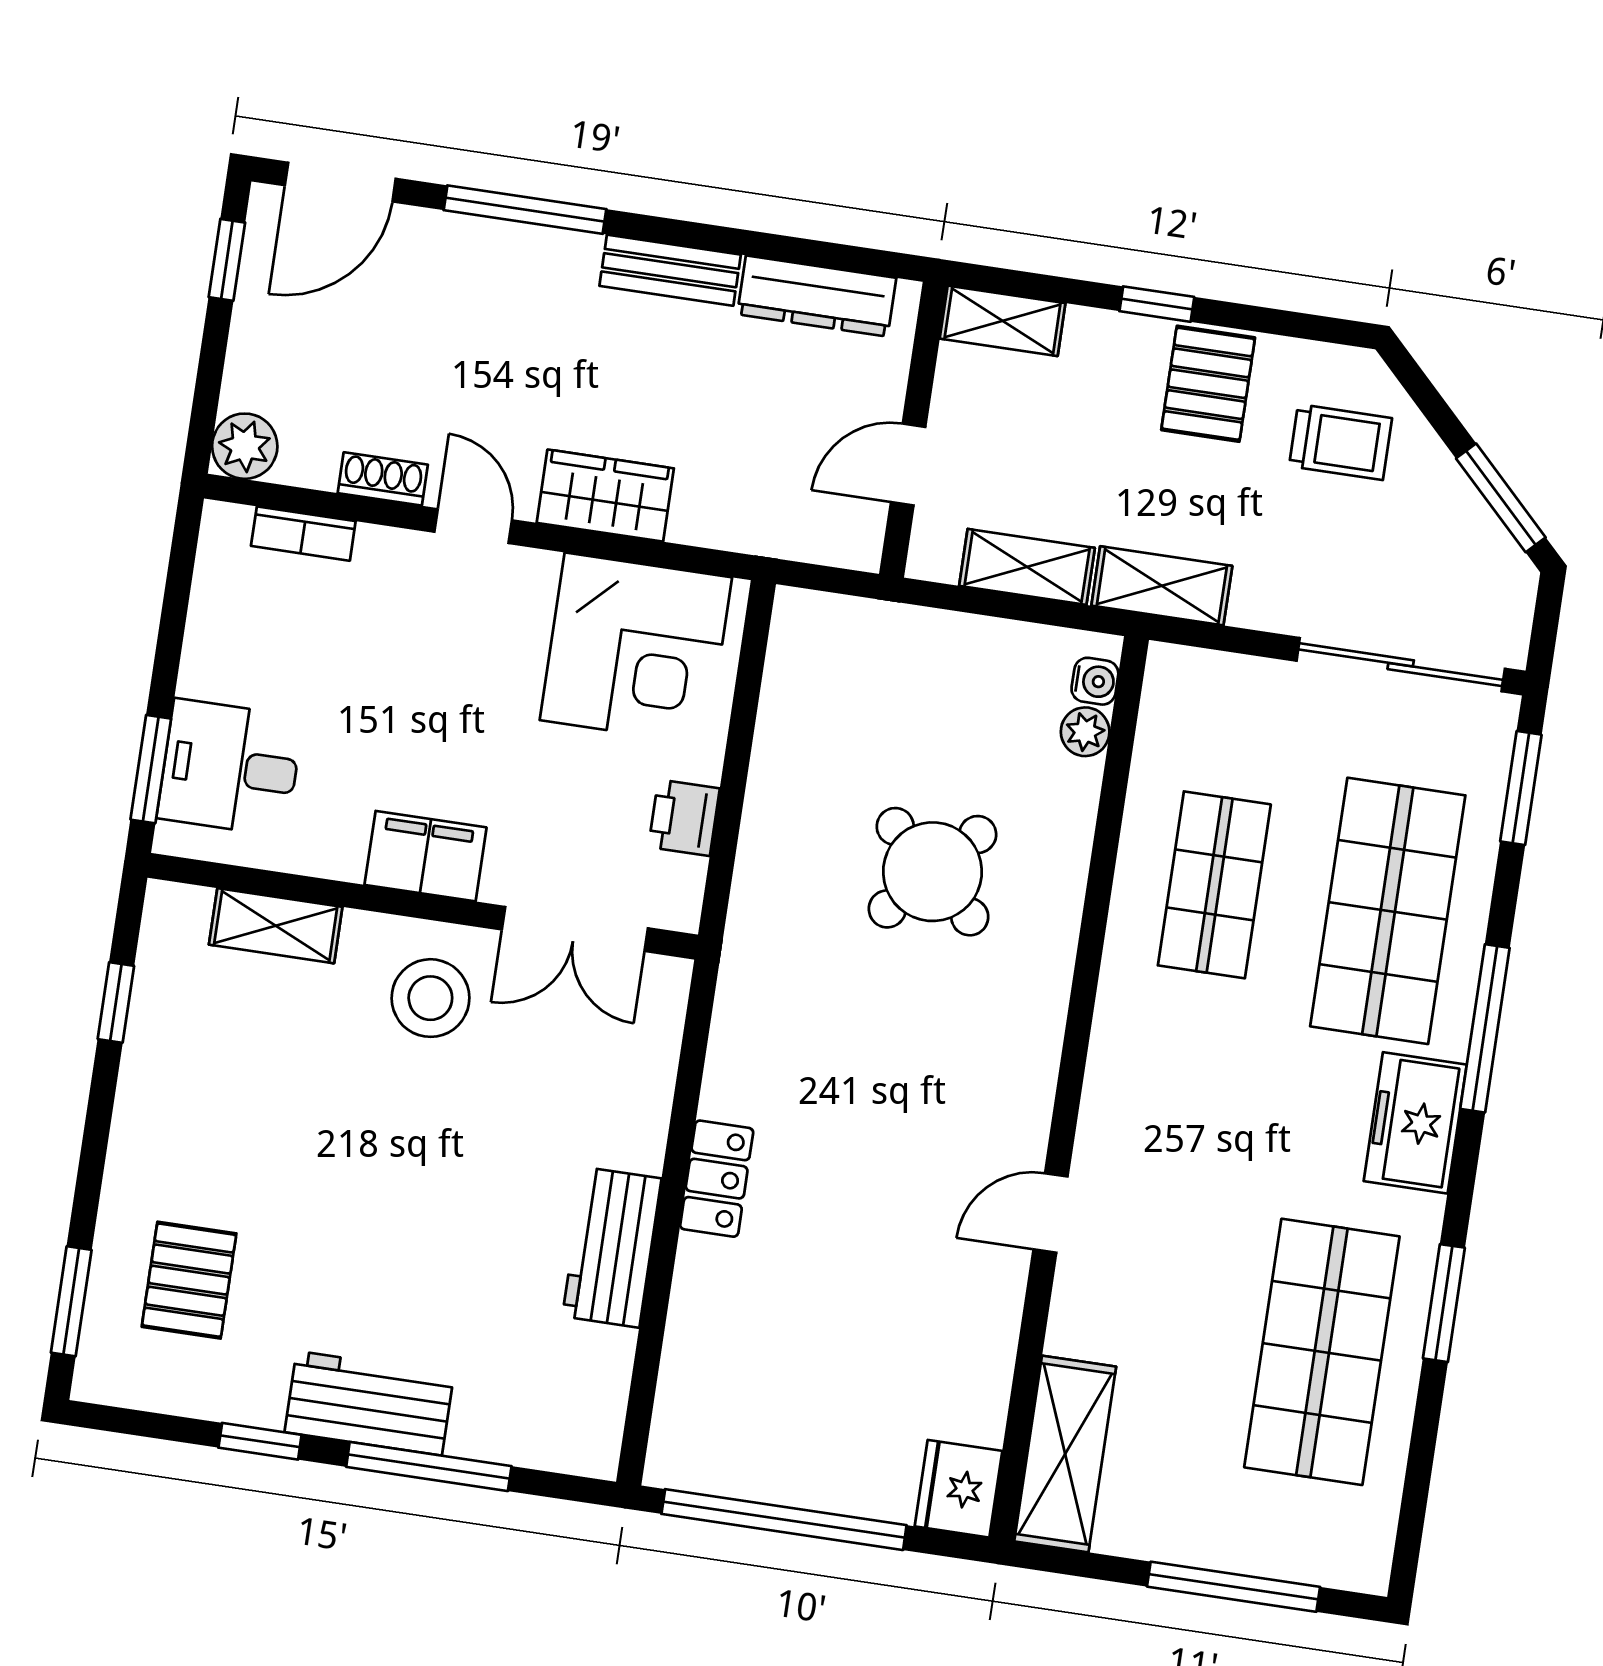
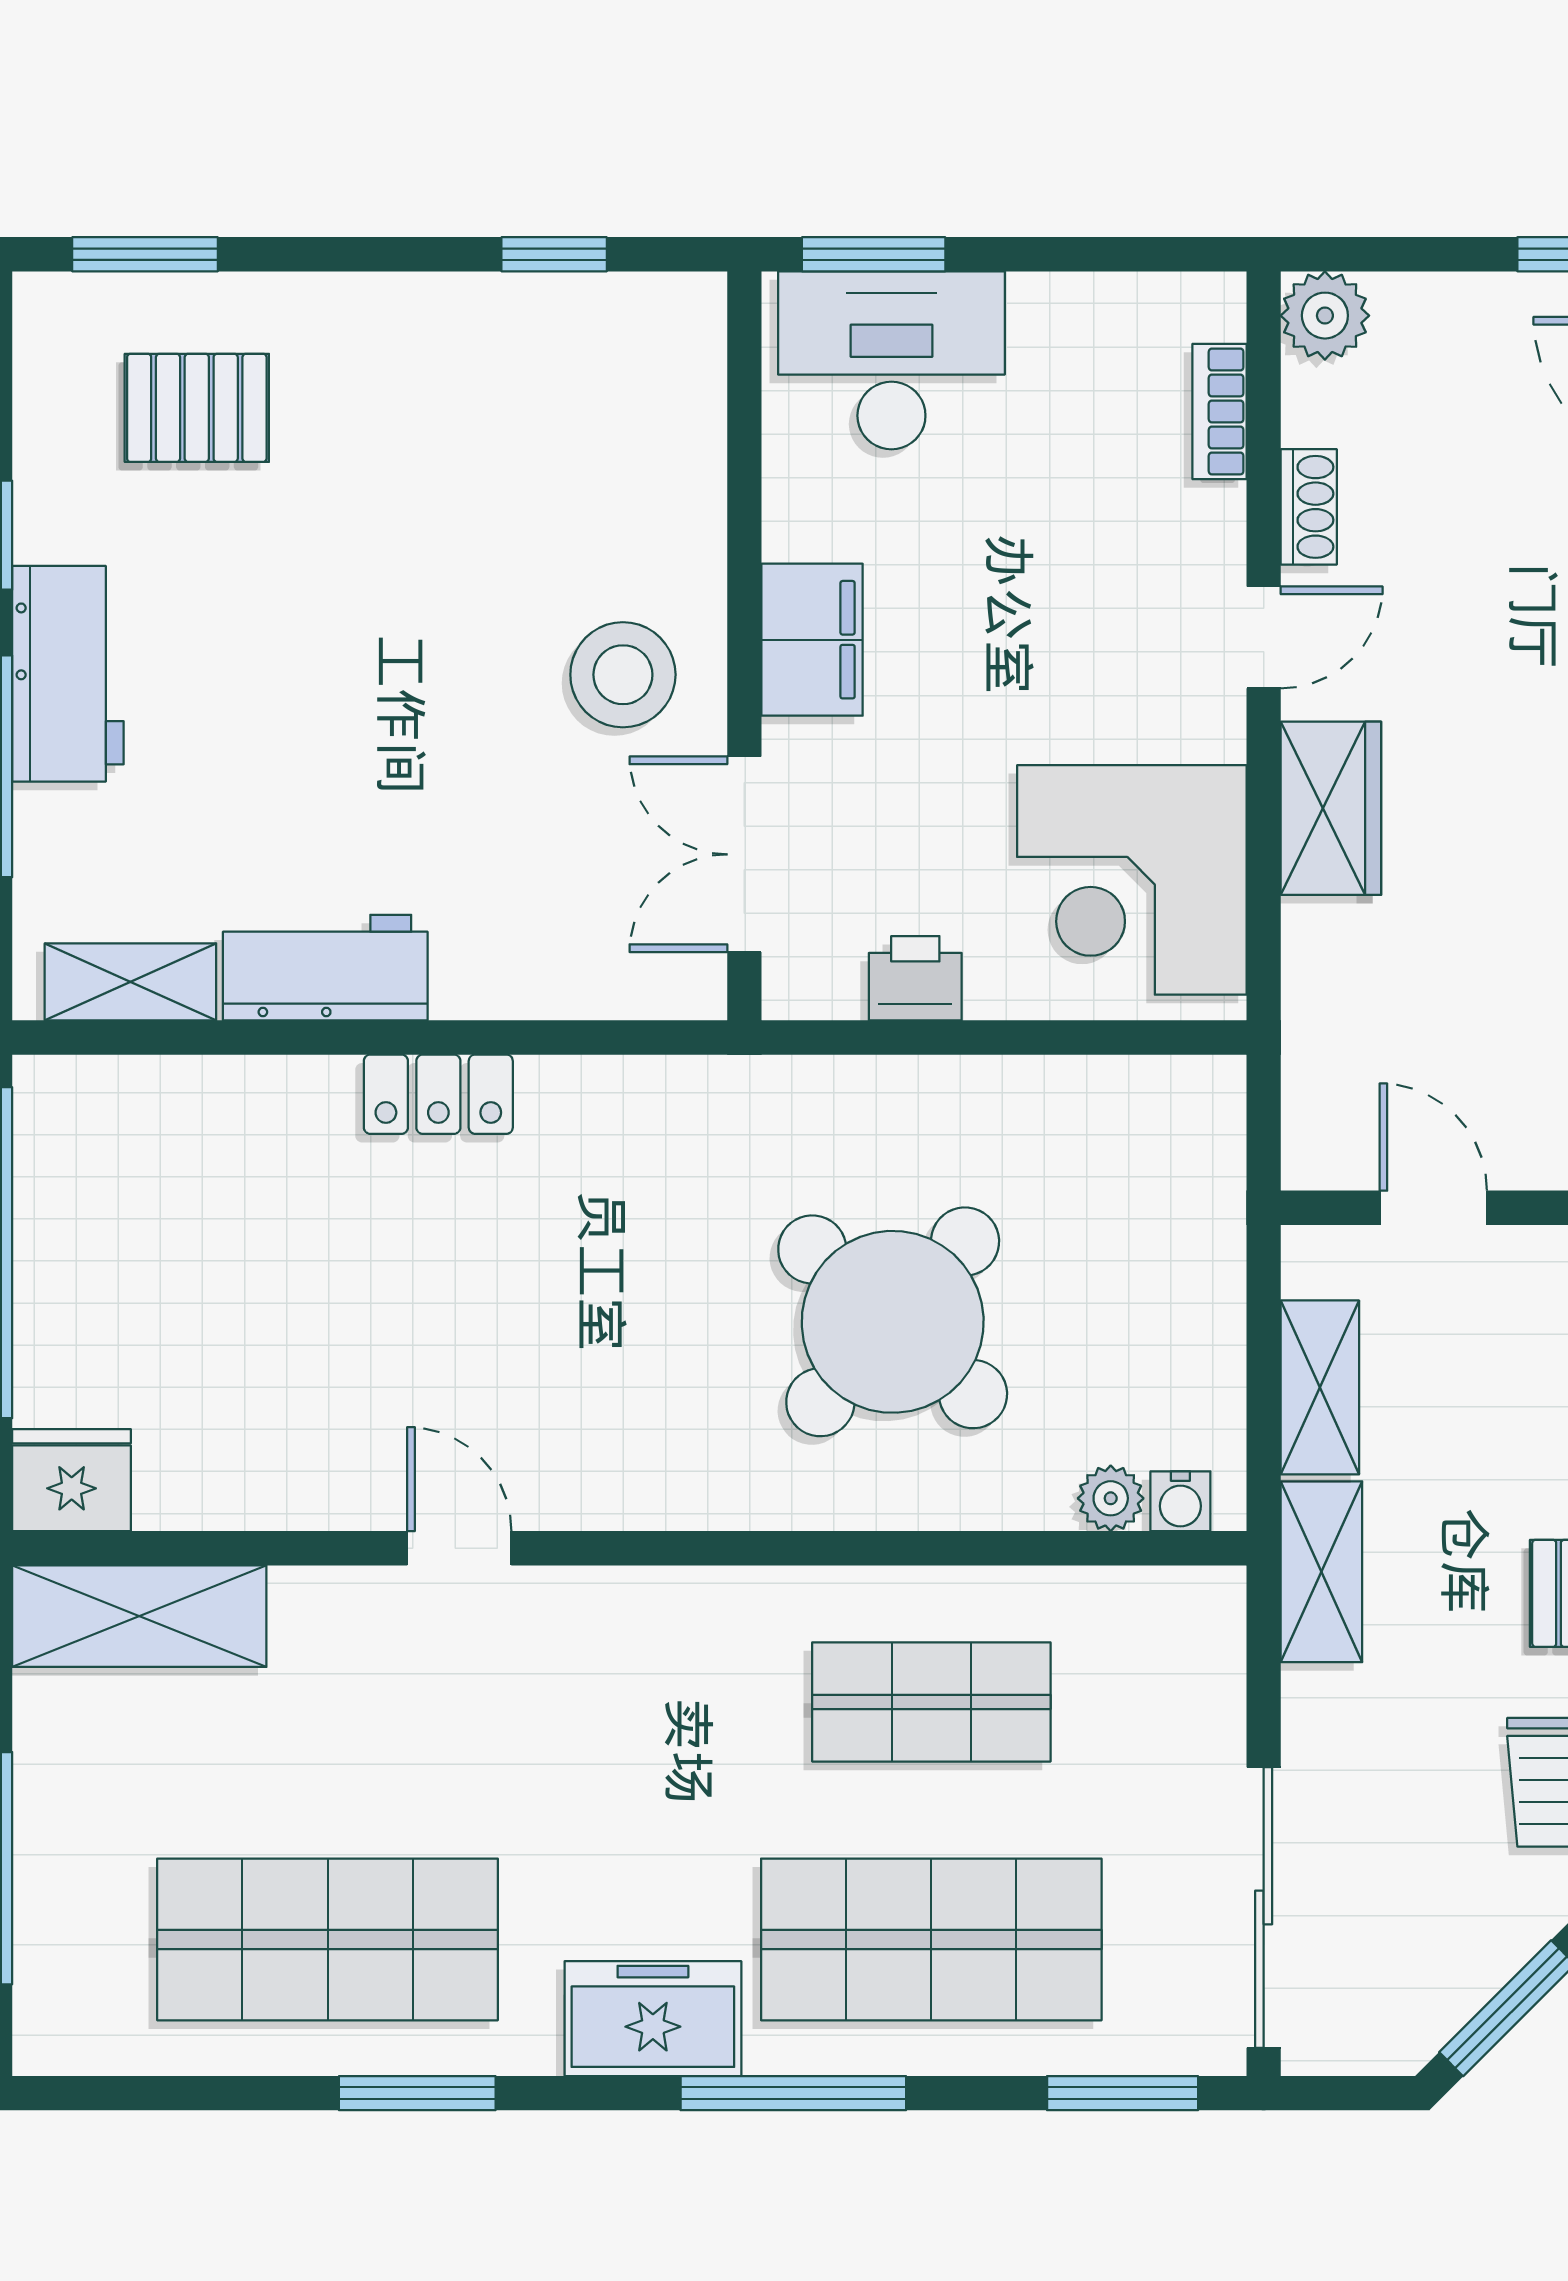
desk: (230, 768) -> (891, 360), width x1.37
round table: (932, 872) -> (893, 1322), width x1.36, depth x1.36
shelving: (276, 926) -> (130, 982), moved, turned 90

